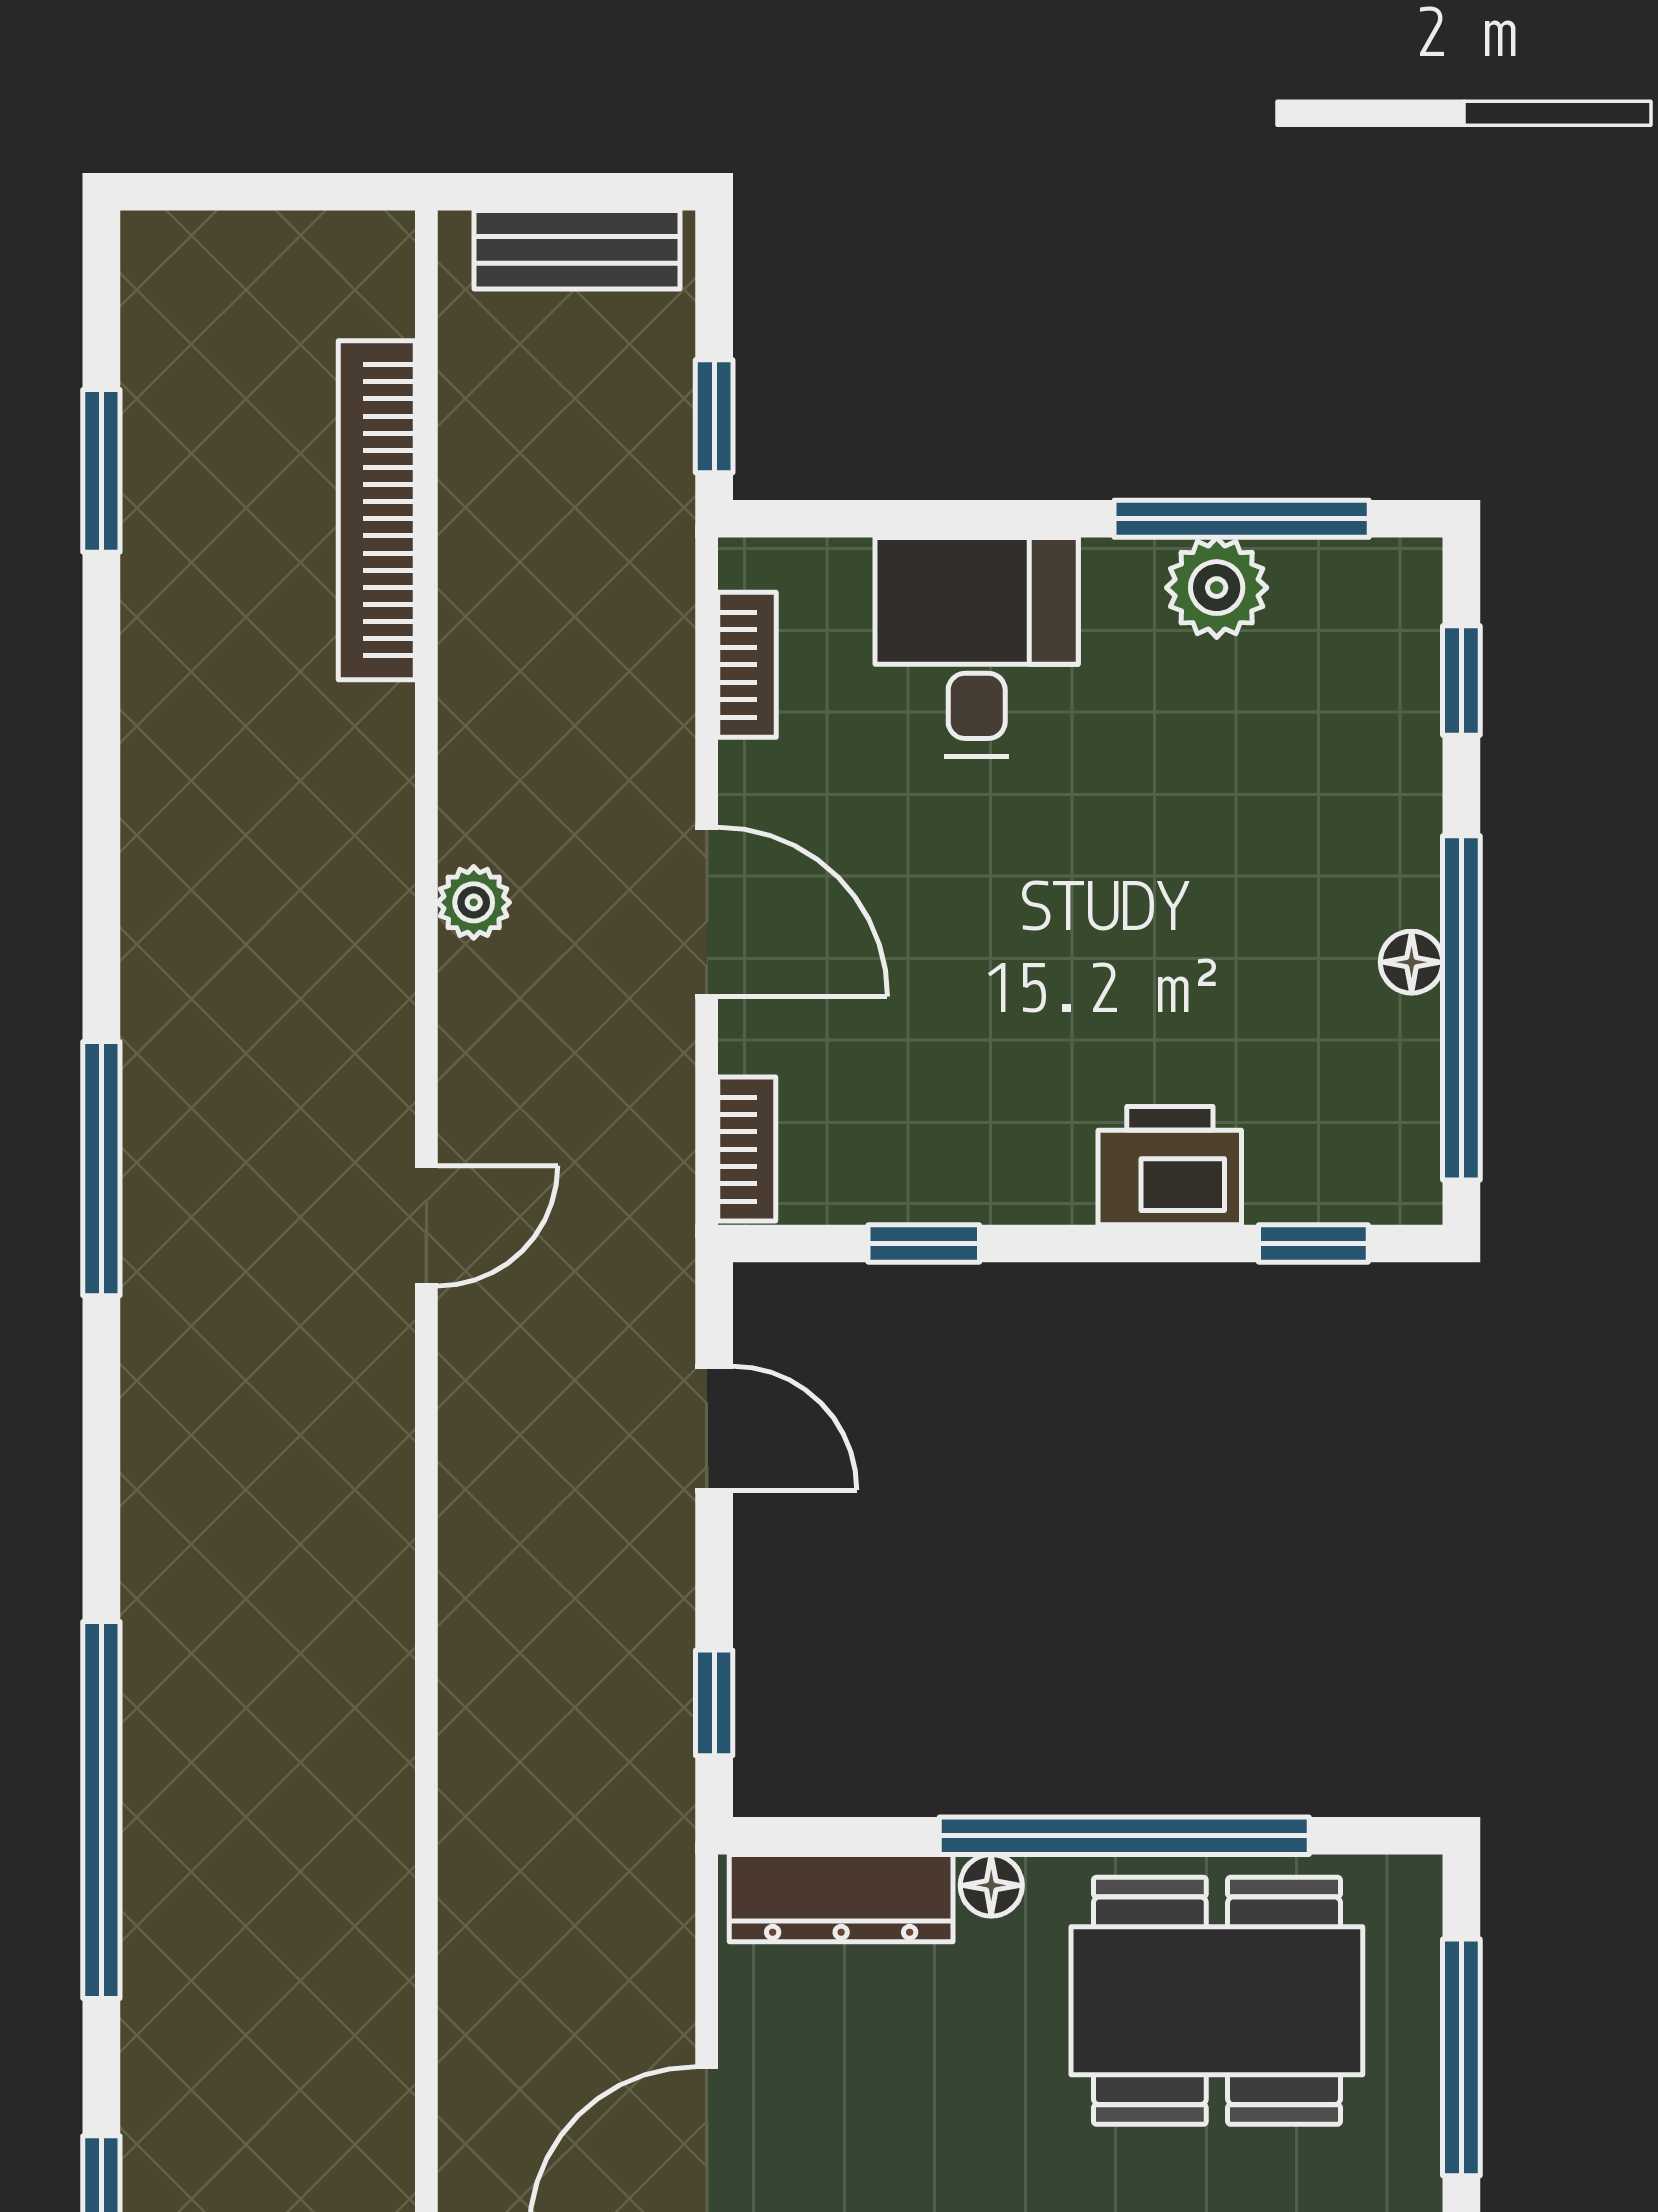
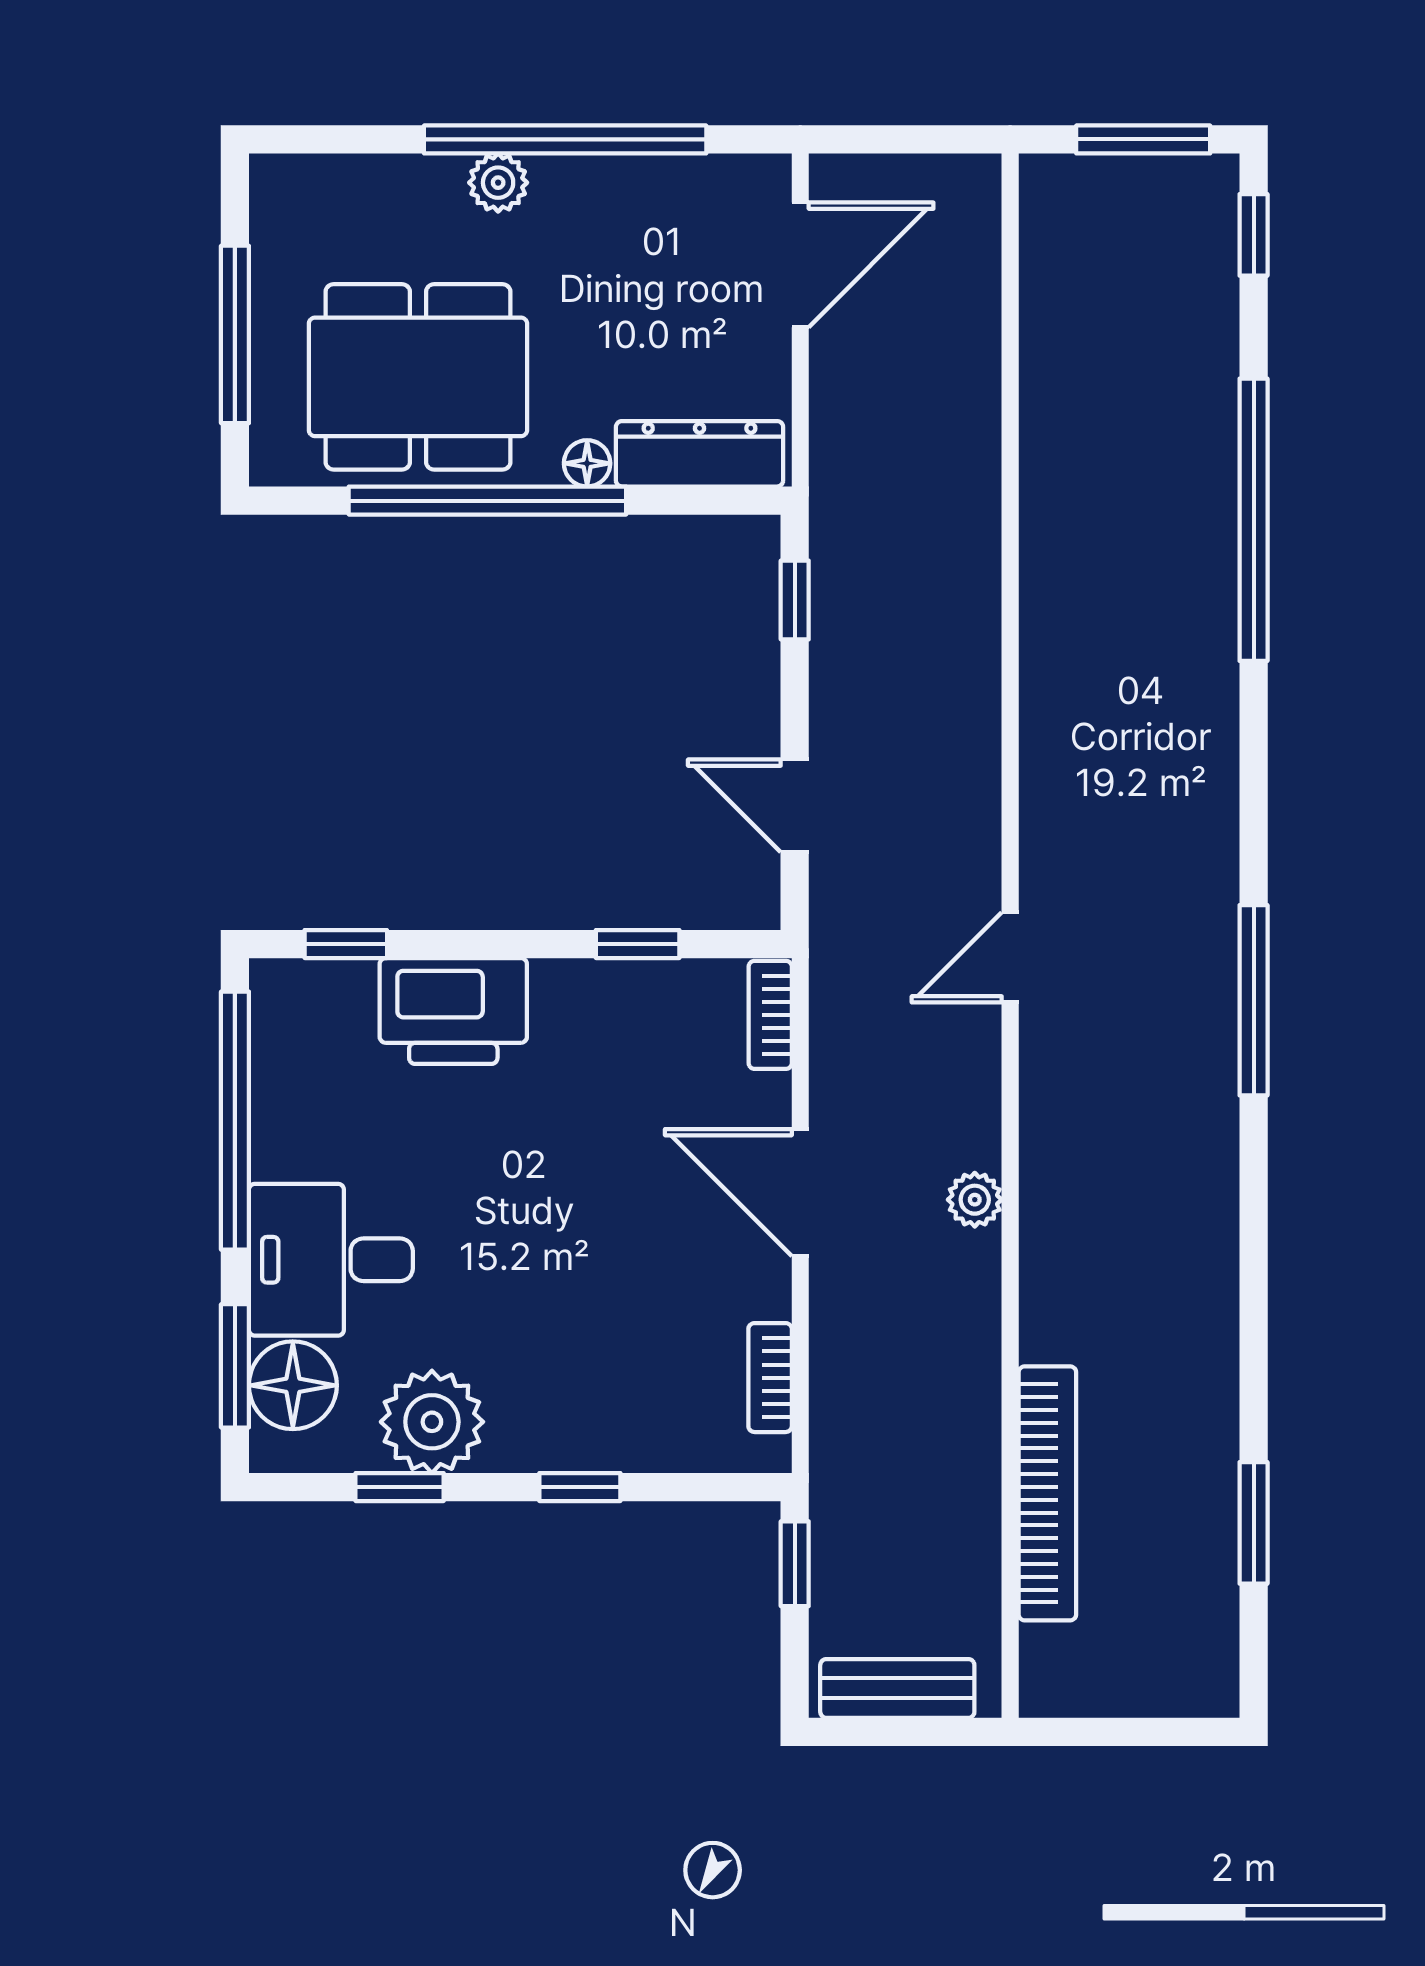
window: (1001, 519) -> (580, 1487), added
window: (1242, 519) -> (400, 1487), width x0.46
plant: (1217, 588) -> (432, 1422), width x1.36, depth x1.36
desk: (977, 647) -> (331, 1260), moved, turned 90
window: (1461, 681) -> (235, 1366), width x1.50
floor lamp: (1412, 962) -> (293, 1385), moved, width x1.89, depth x1.89
printer: (1170, 1166) -> (453, 1011), width x1.37, depth x1.19

